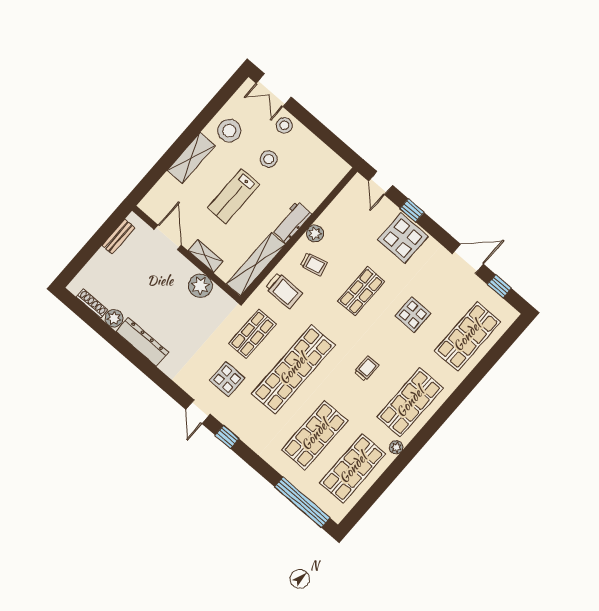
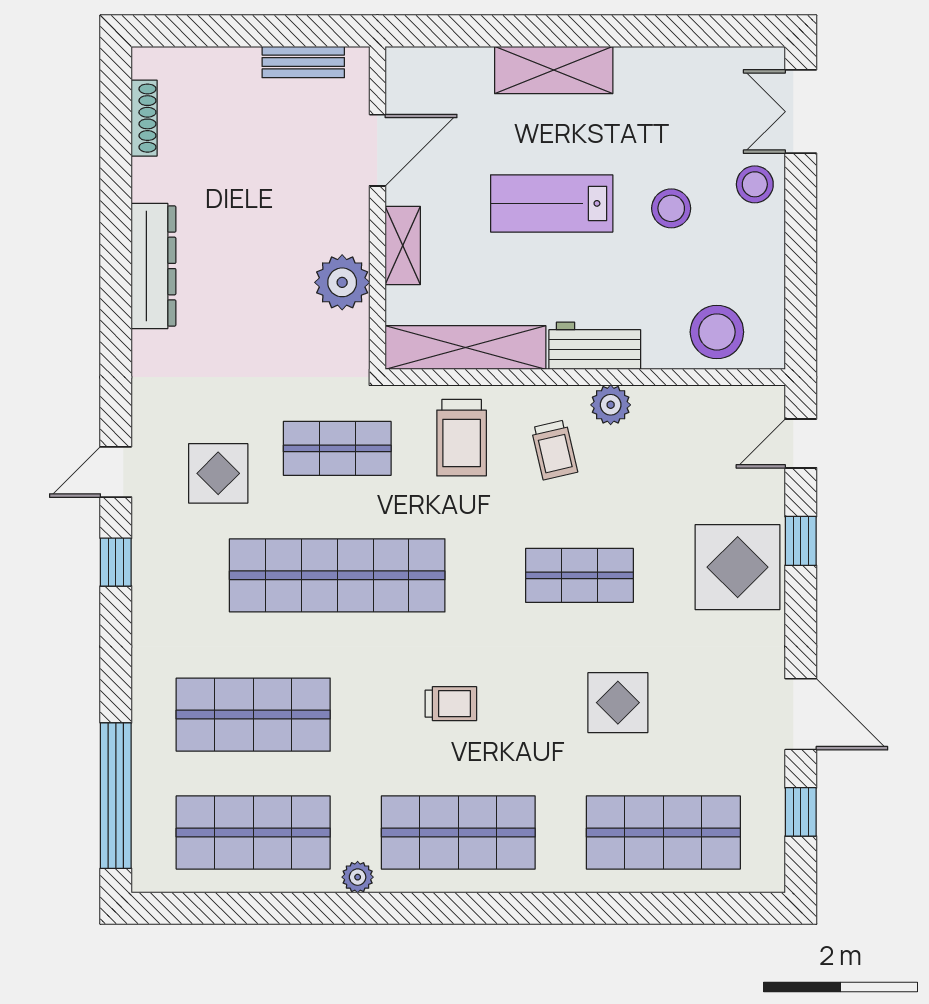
stool: (229, 131) -> (717, 332), moved
plant: (114, 318) -> (152, 180), removed

